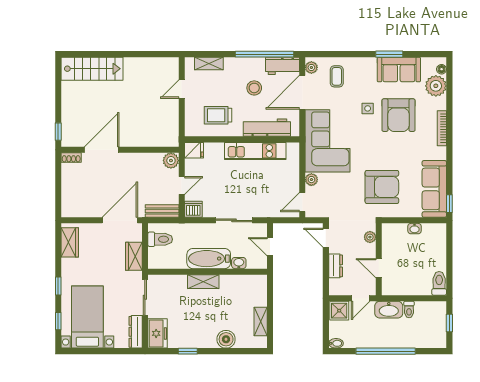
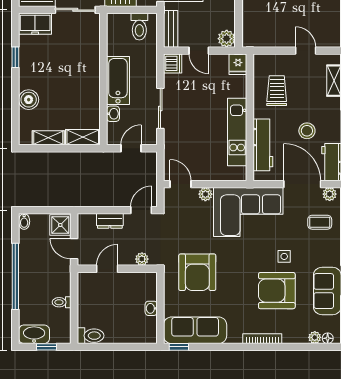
plant: (436, 86) -> (315, 337), width x0.53, depth x0.53
shelving: (203, 282) -> (83, 137), moved, turned 90
washbasin: (389, 310) -> (34, 334), moved, turned 90

